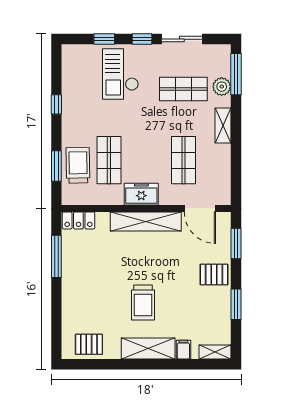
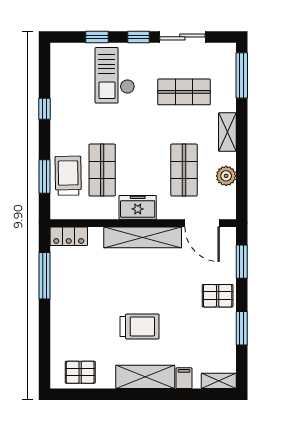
plant: (222, 87) -> (226, 176), moved
trolley: (143, 303) -> (140, 326), turned -90

